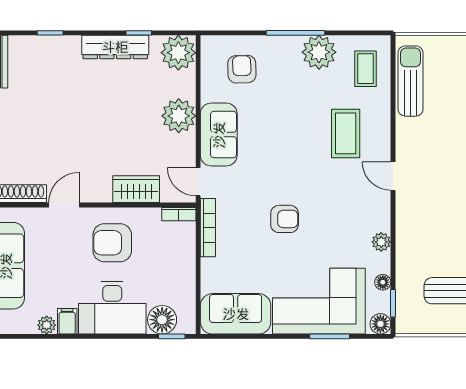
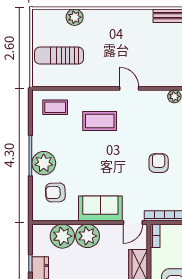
plant: (319, 52) -> (44, 163), moved
plant: (178, 53) -> (62, 236), moved
sun lounger: (410, 81) -> (59, 56), moved
door: (393, 176) -> (129, 88), swing flipped

